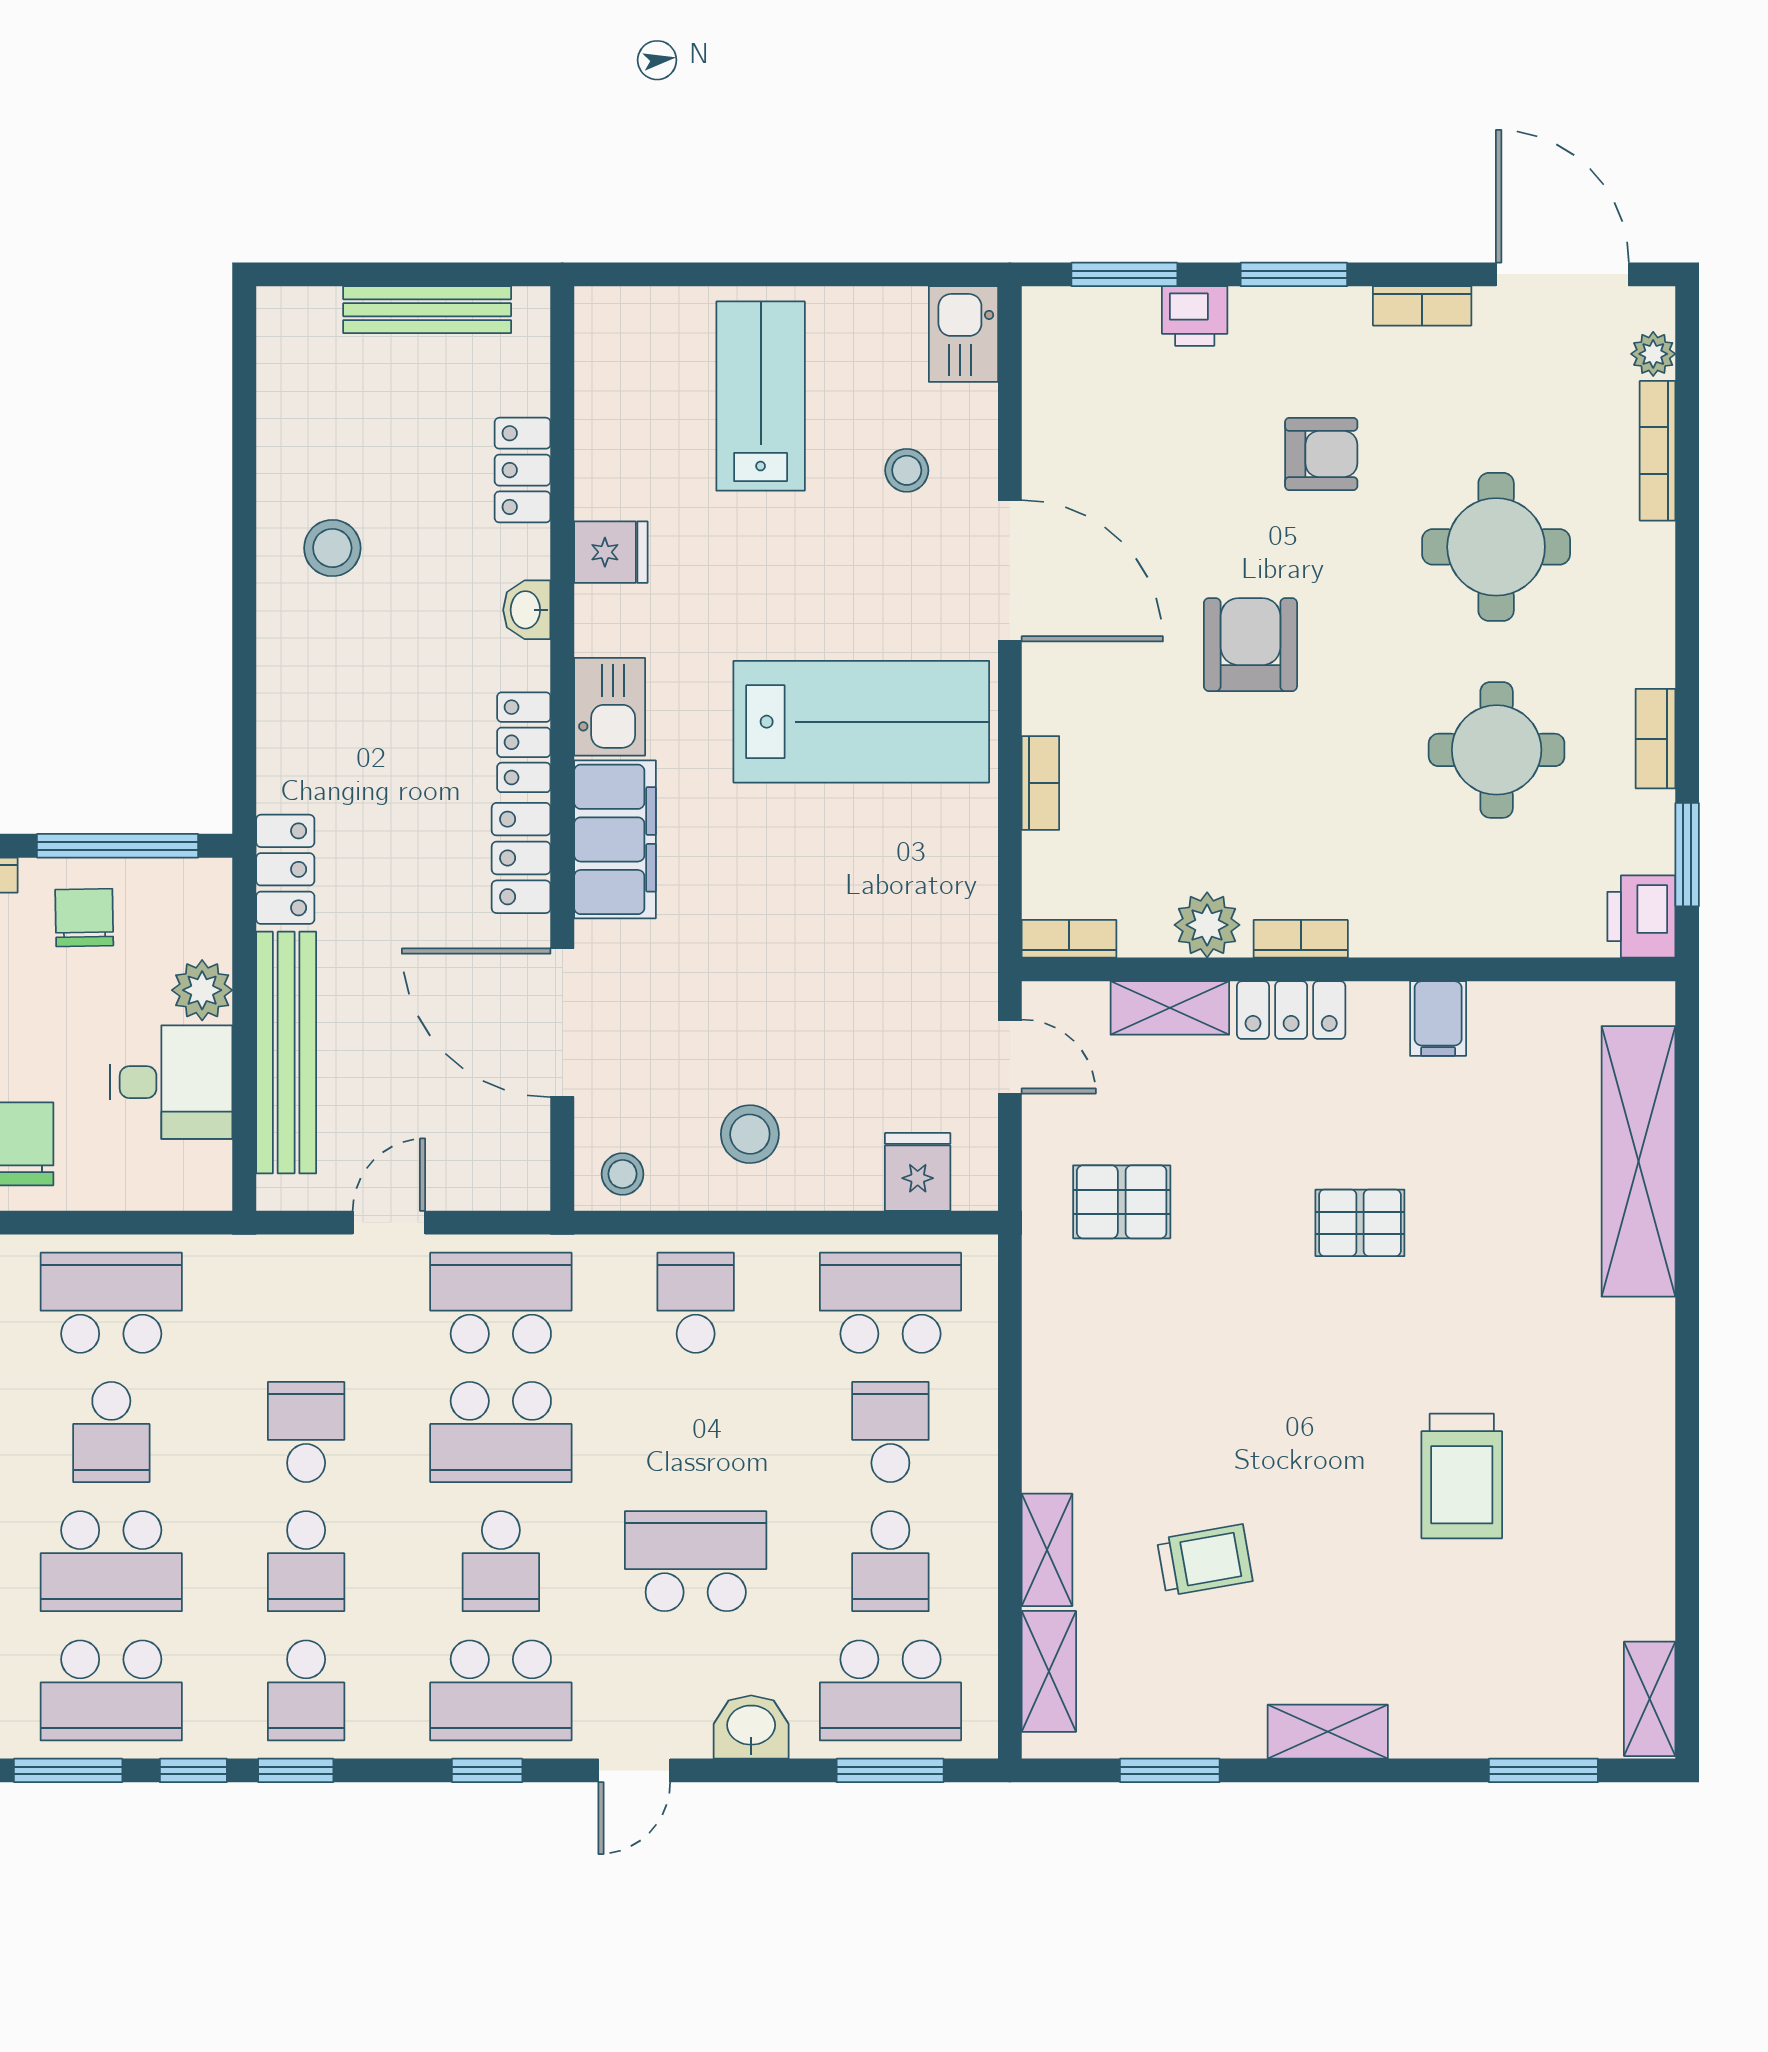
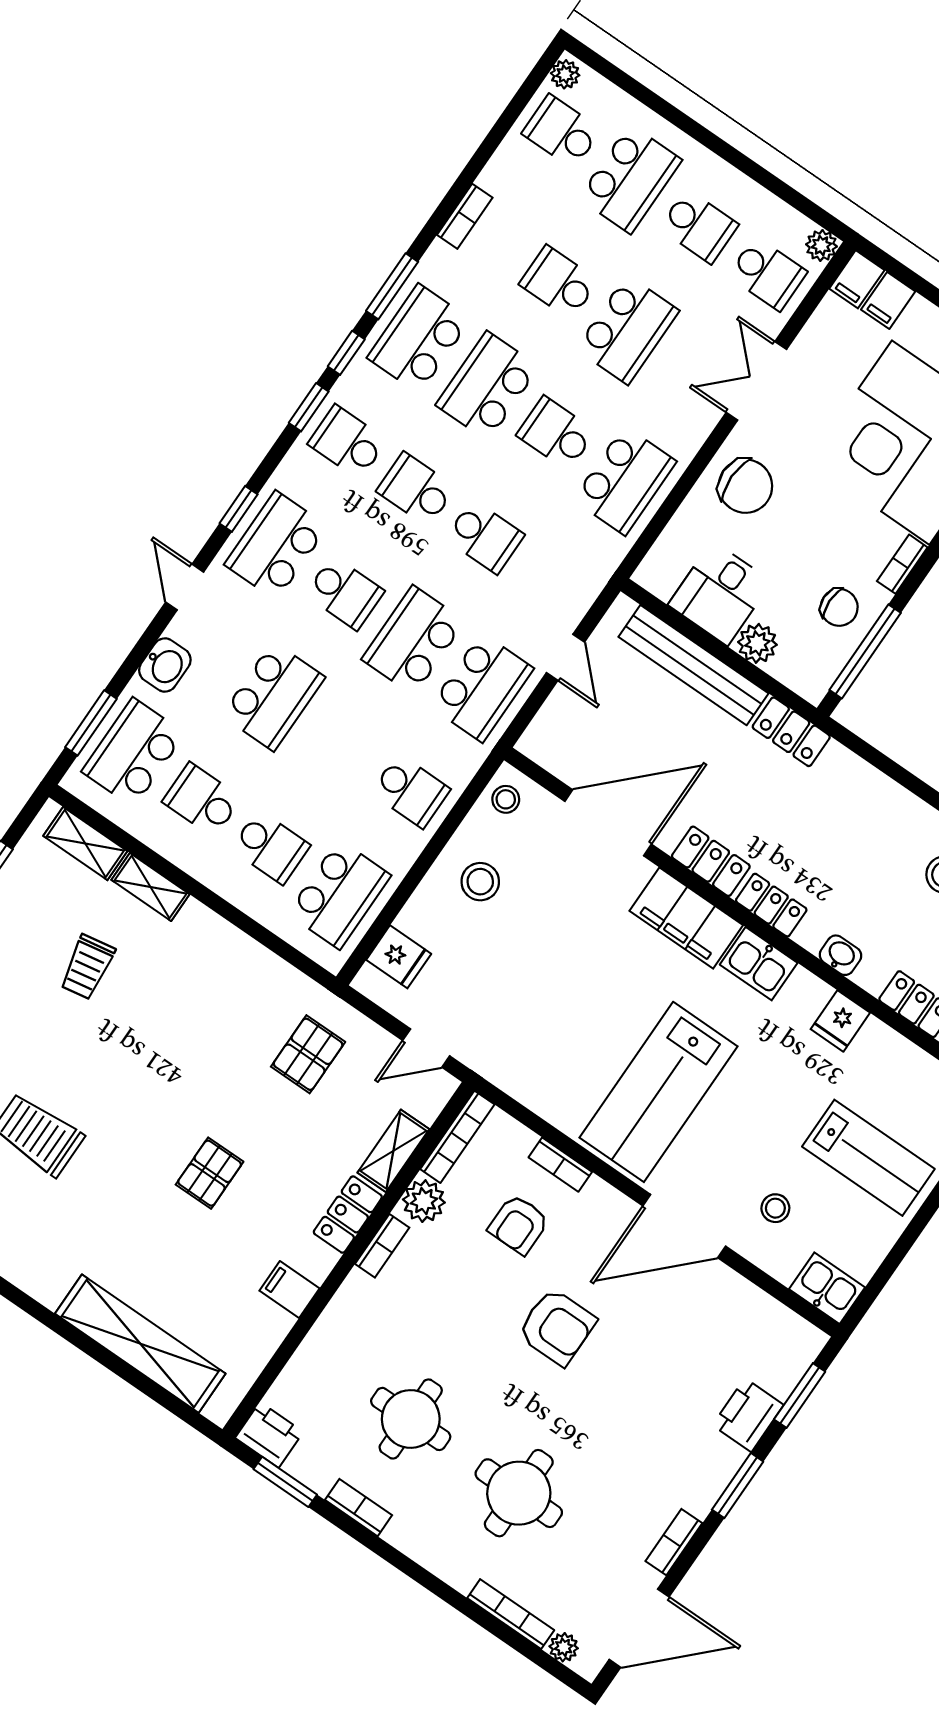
printer: (1195, 316) -> (748, 1415), width x1.36, depth x1.24
armchair: (1321, 454) -> (519, 1224), moved
bookcase: (1069, 939) -> (457, 1137), width x1.56
school desk: (501, 1561) -> (345, 593), turned 180

